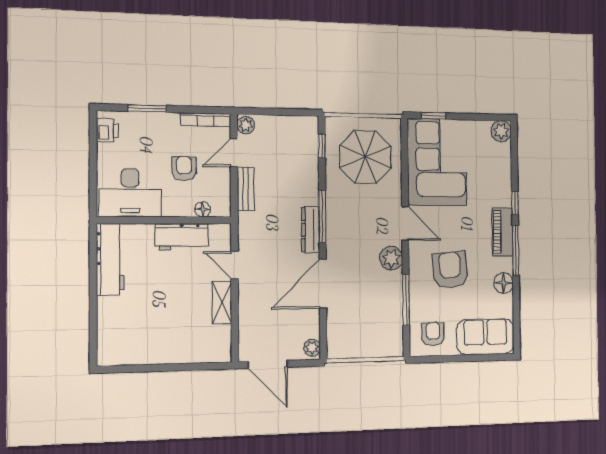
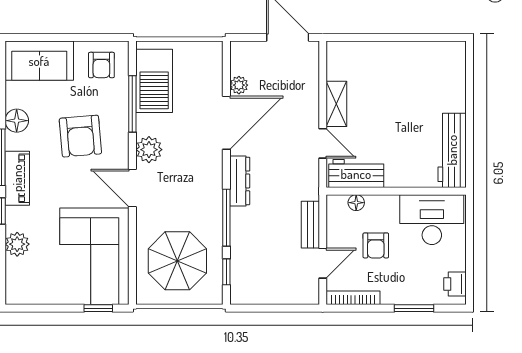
plant: (246, 125) -> (310, 293), removed
plant: (501, 131) -> (17, 244), moved
window: (322, 216) -> (226, 218), moved
workbench: (182, 237) -> (356, 174), moved
barbecue: (387, 321) -> (154, 81), added
plant: (312, 348) -> (239, 85), moved

